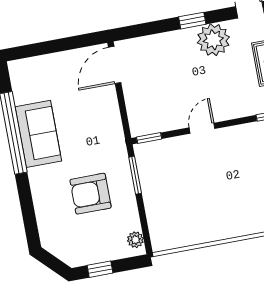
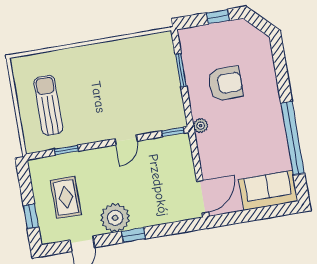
sofa: (38, 134) -> (268, 190), moved, turned 90
window: (135, 175) -> (181, 70), moved
plant: (135, 240) -> (201, 126), moved

